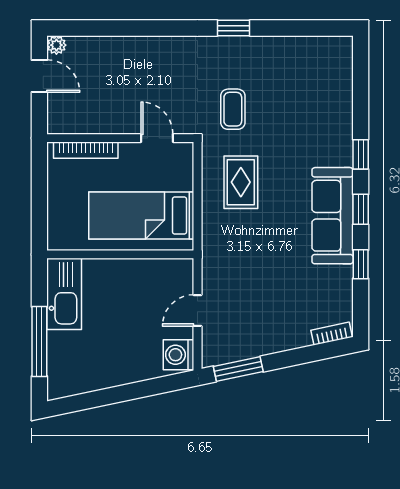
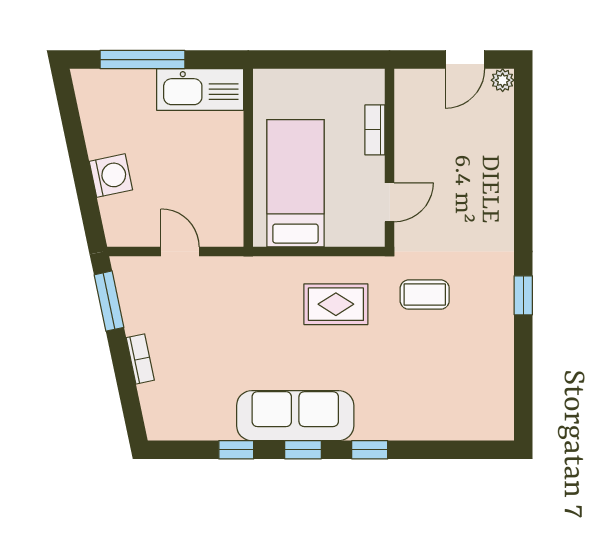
bookcase: (86, 150) -> (375, 130), width x0.64
bookcase: (332, 334) -> (140, 359), moved
washing machine: (178, 355) -> (111, 176), moved, turned 78

